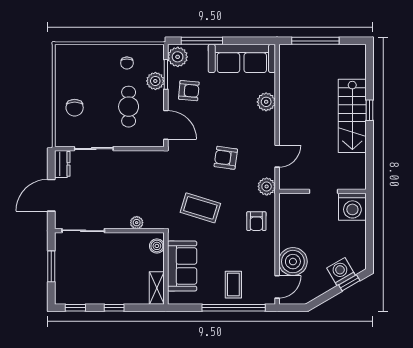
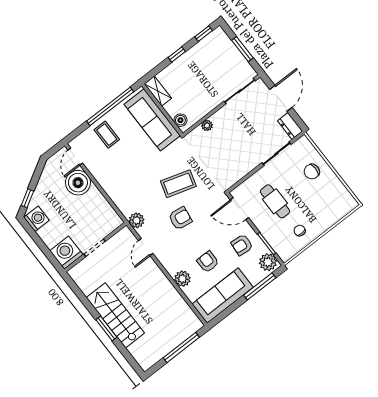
plant: (155, 81) -> (270, 233), removed
chair: (75, 108) -> (312, 172), turned -90
window: (369, 110) -> (106, 328), width x1.50
coffee table: (200, 208) -> (178, 184), moved
armchair: (256, 221) -> (208, 262), moved
sofa: (182, 266) -> (152, 120), width x1.36
washing machine: (341, 272) -> (37, 219), moved, turned -60
window: (234, 308) -> (110, 106), moved

